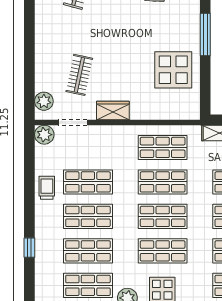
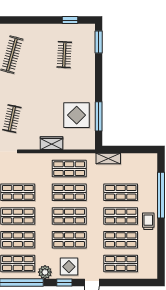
window: (205, 34) -> (99, 116), moved
wardrobe: (113, 110) -> (51, 143), moved

